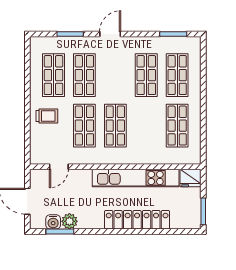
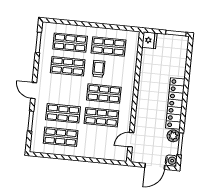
trolley: (47, 116) -> (99, 69), moved
door: (59, 167) -> (131, 140), swing flipped
kitchen unit: (136, 178) -> (145, 82), removed
locker: (137, 220) -> (175, 104), moved
water cooler: (53, 222) -> (171, 161), moved

